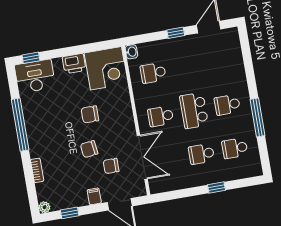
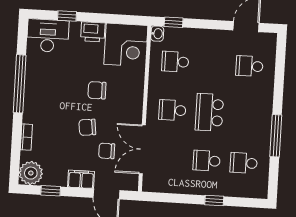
window: (176, 33) -> (174, 22), moved
window: (31, 58) -> (67, 16), moved
school desk: (227, 105) -> (249, 66), moved
double door: (142, 157) -> (142, 149), swing flipped
filing cabinet: (94, 196) -> (81, 179), width x2.00
plant: (44, 207) -> (31, 173), width x1.87, depth x1.87

